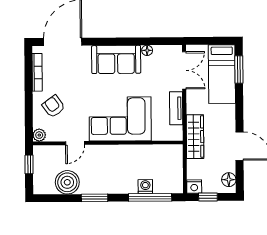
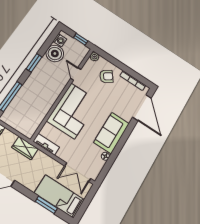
window: (239, 69) -> (46, 205), moved
tv unit: (176, 108) -> (46, 144), moved
wardrobe: (195, 137) -> (25, 148), width x0.67
washing machine: (145, 187) -> (60, 40), moved

